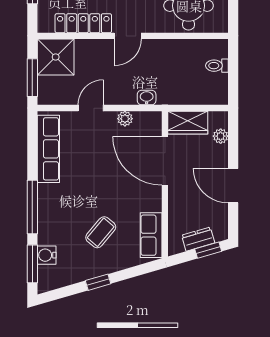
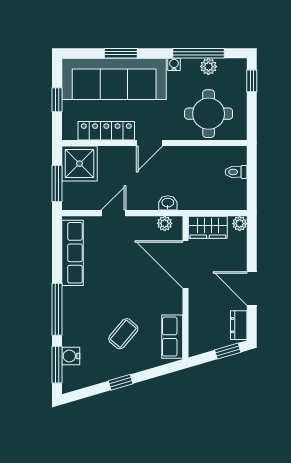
plant: (125, 119) -> (165, 223), moved
plant: (221, 136) -> (240, 224), moved
dresser: (198, 239) -> (239, 325), moved, turned -74

